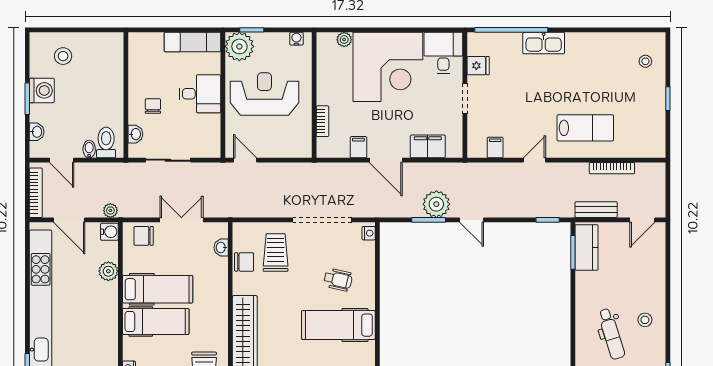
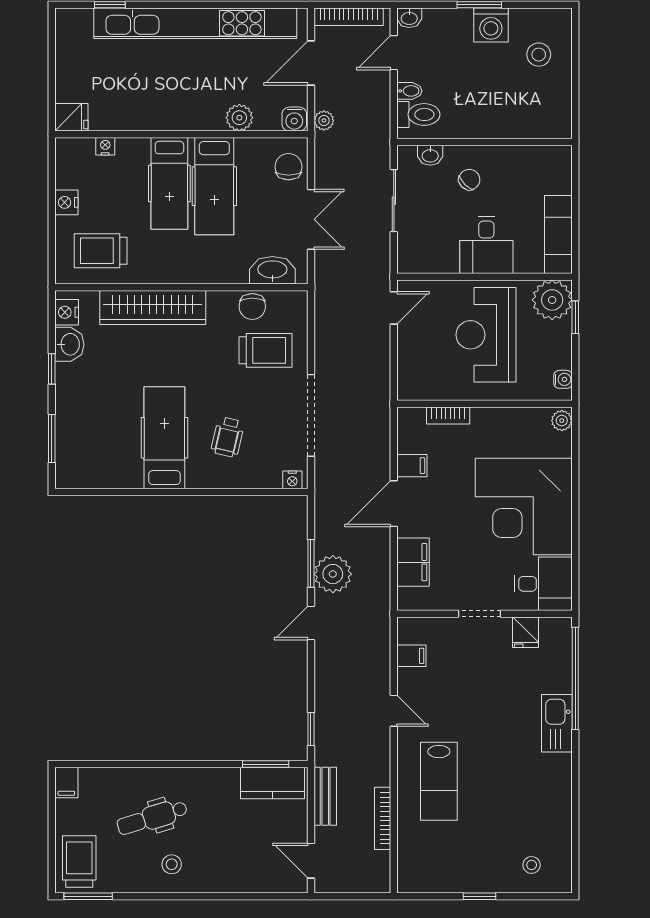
plant: (344, 40) -> (562, 421), moved
reception desk: (264, 94) -> (486, 335), turned 180
chair: (153, 106) -> (469, 180), turned -45
washbasin: (37, 132) -> (409, 18), moved
washbasin: (221, 247) -> (272, 270), width x1.91, depth x1.45

